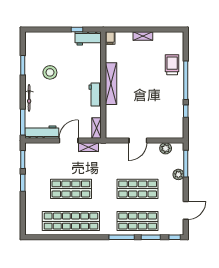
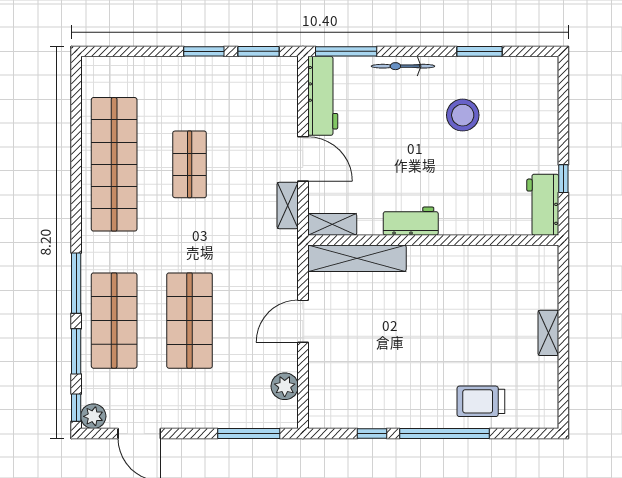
filing cabinet: (110, 38) -> (544, 256), removed
trolley: (172, 65) -> (481, 401), turned 180
shelving: (111, 84) -> (357, 258), moved
door: (138, 141) -> (303, 321), hinge flipped
plant: (178, 174) -> (93, 416), moved
shop shelf: (71, 189) -> (190, 164), width x0.70, depth x0.74

